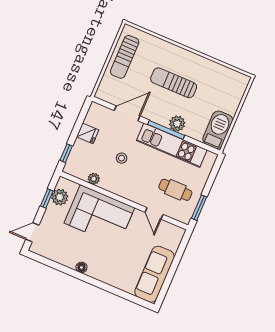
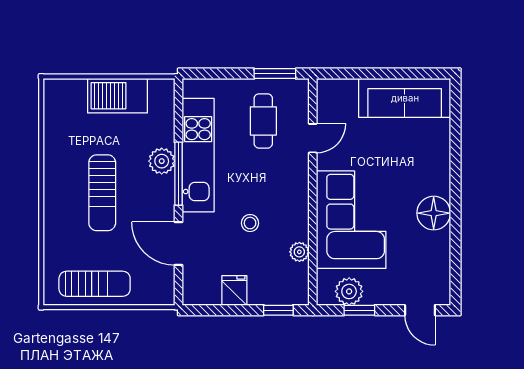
barbecue: (218, 130) -> (117, 96), moved
floor lamp: (81, 267) -> (434, 213), width x1.89, depth x1.89

